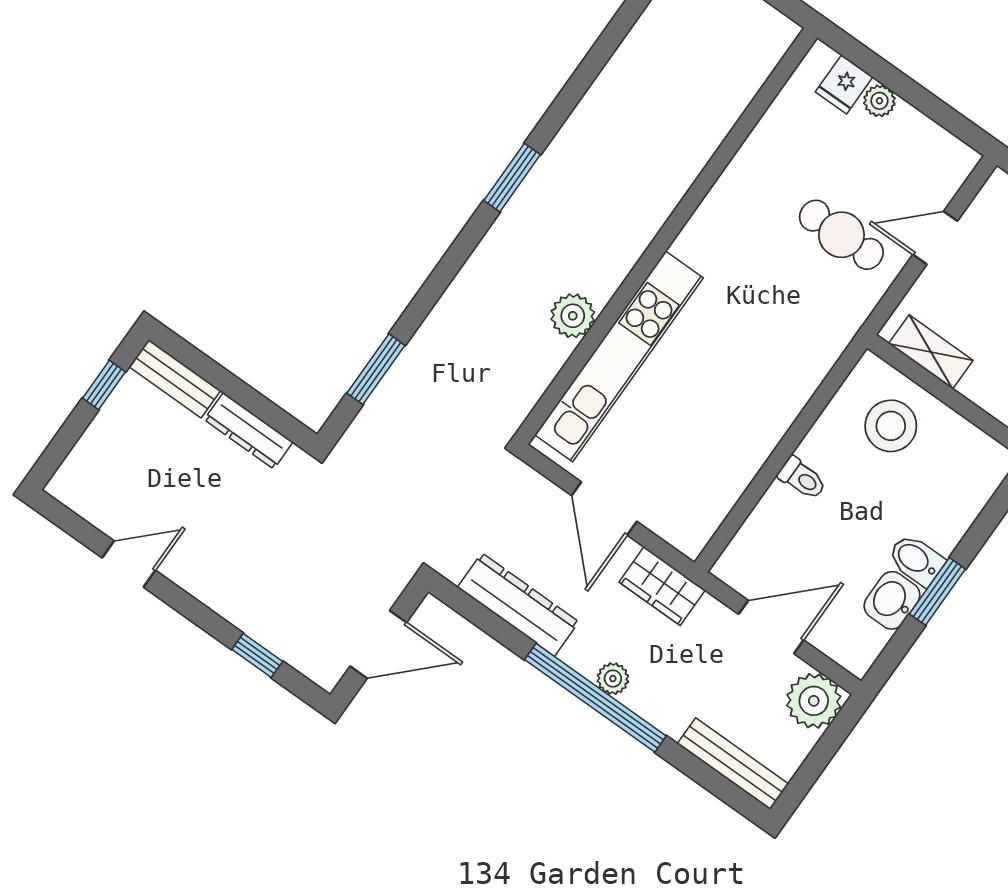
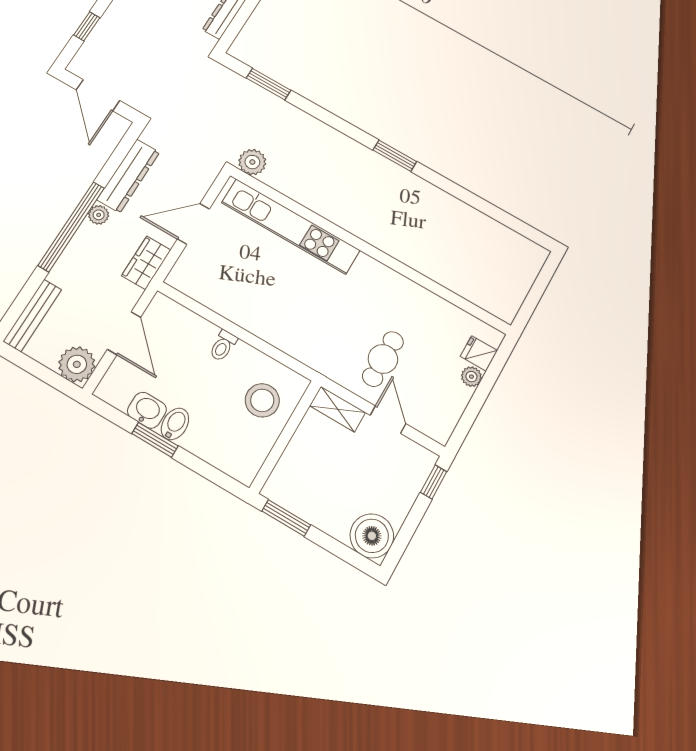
plant: (573, 316) -> (252, 162), moved
shelving: (931, 352) -> (338, 409), moved, turned 90
plant: (613, 679) -> (99, 215), moved

